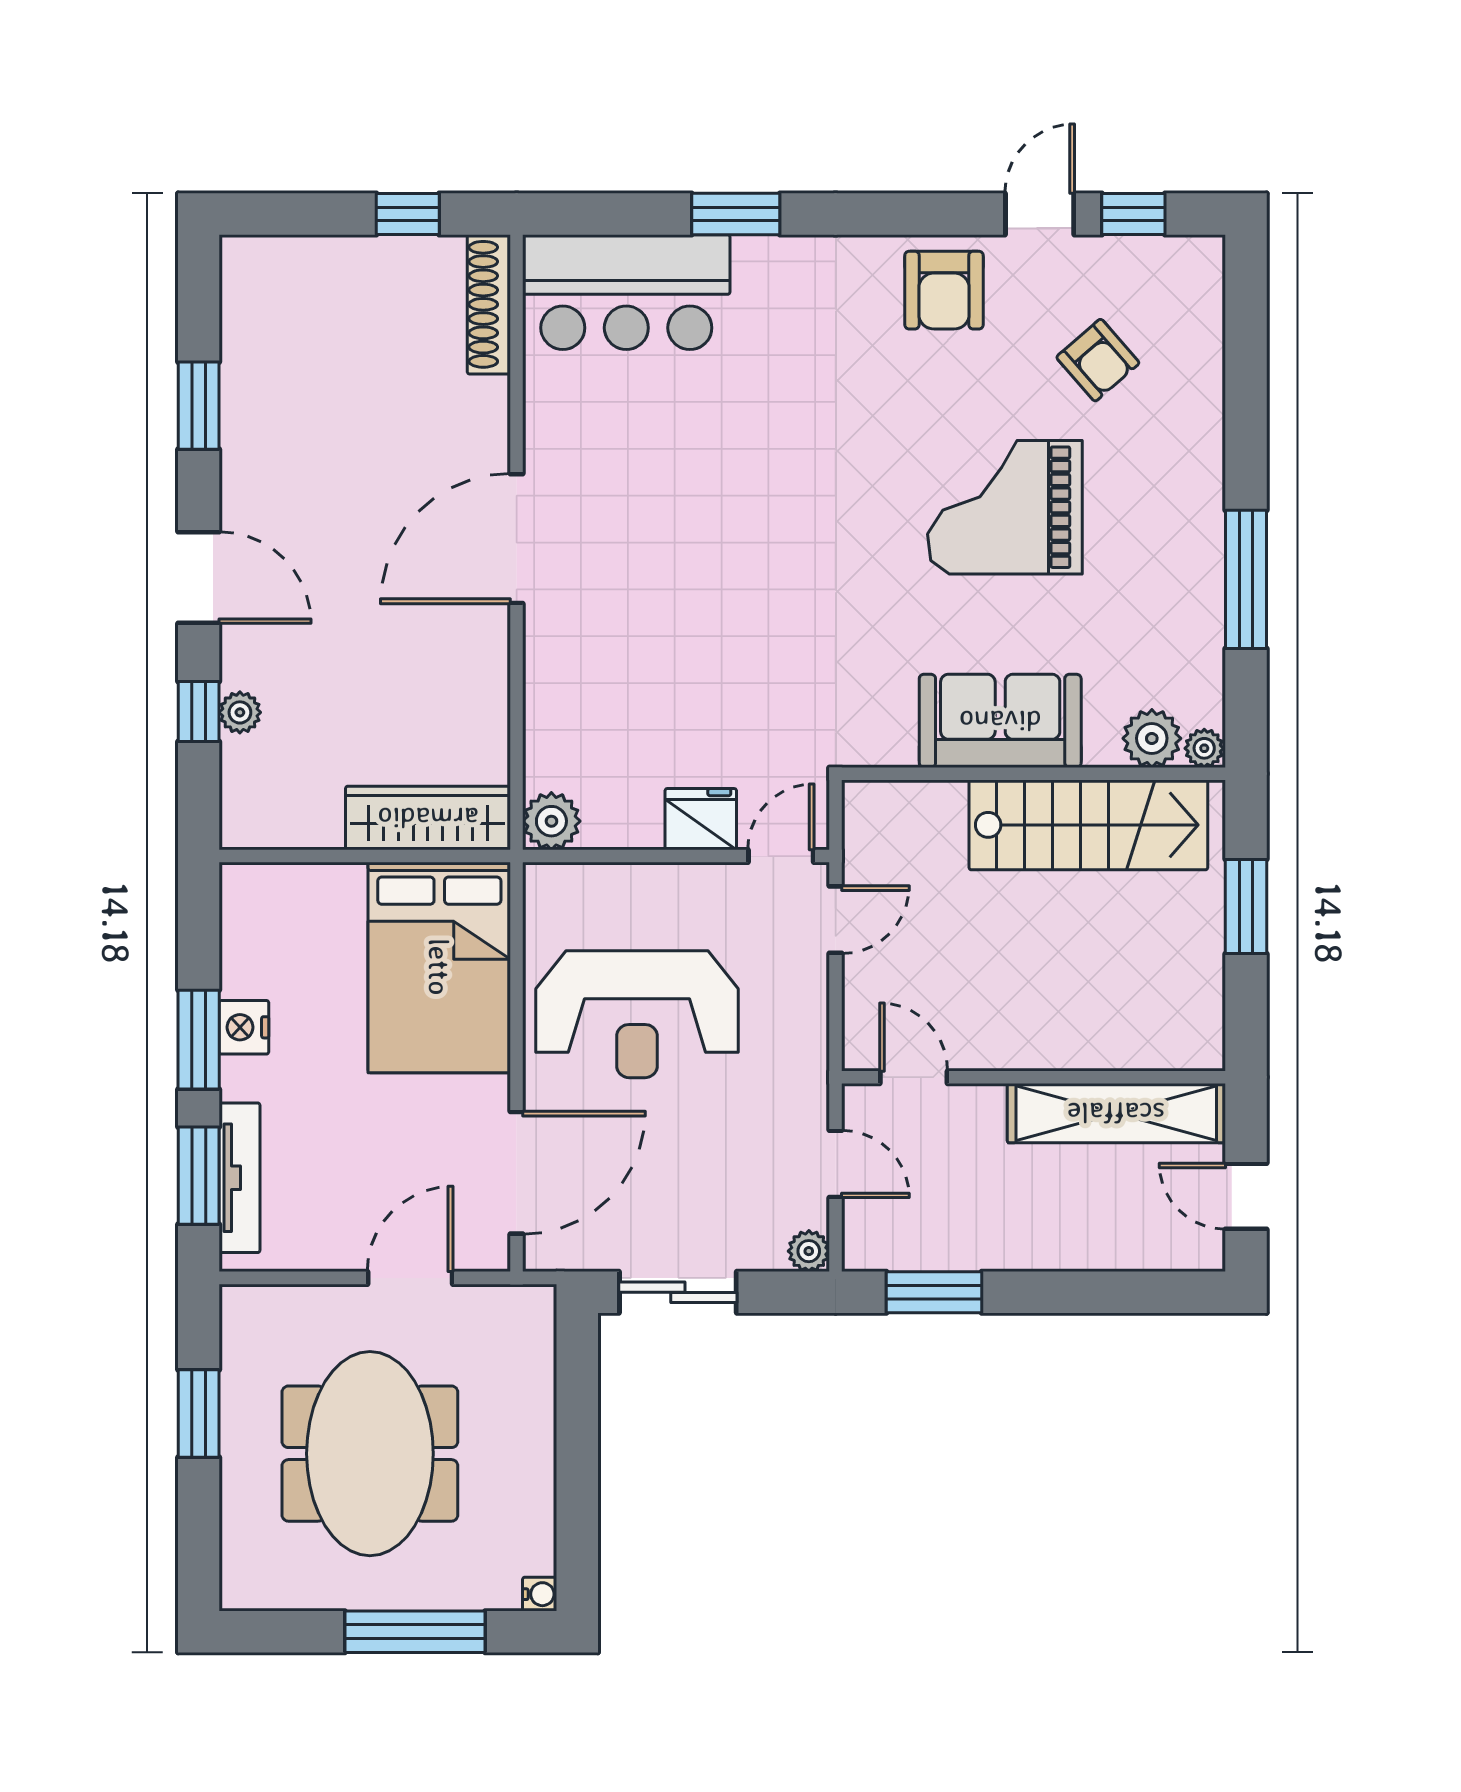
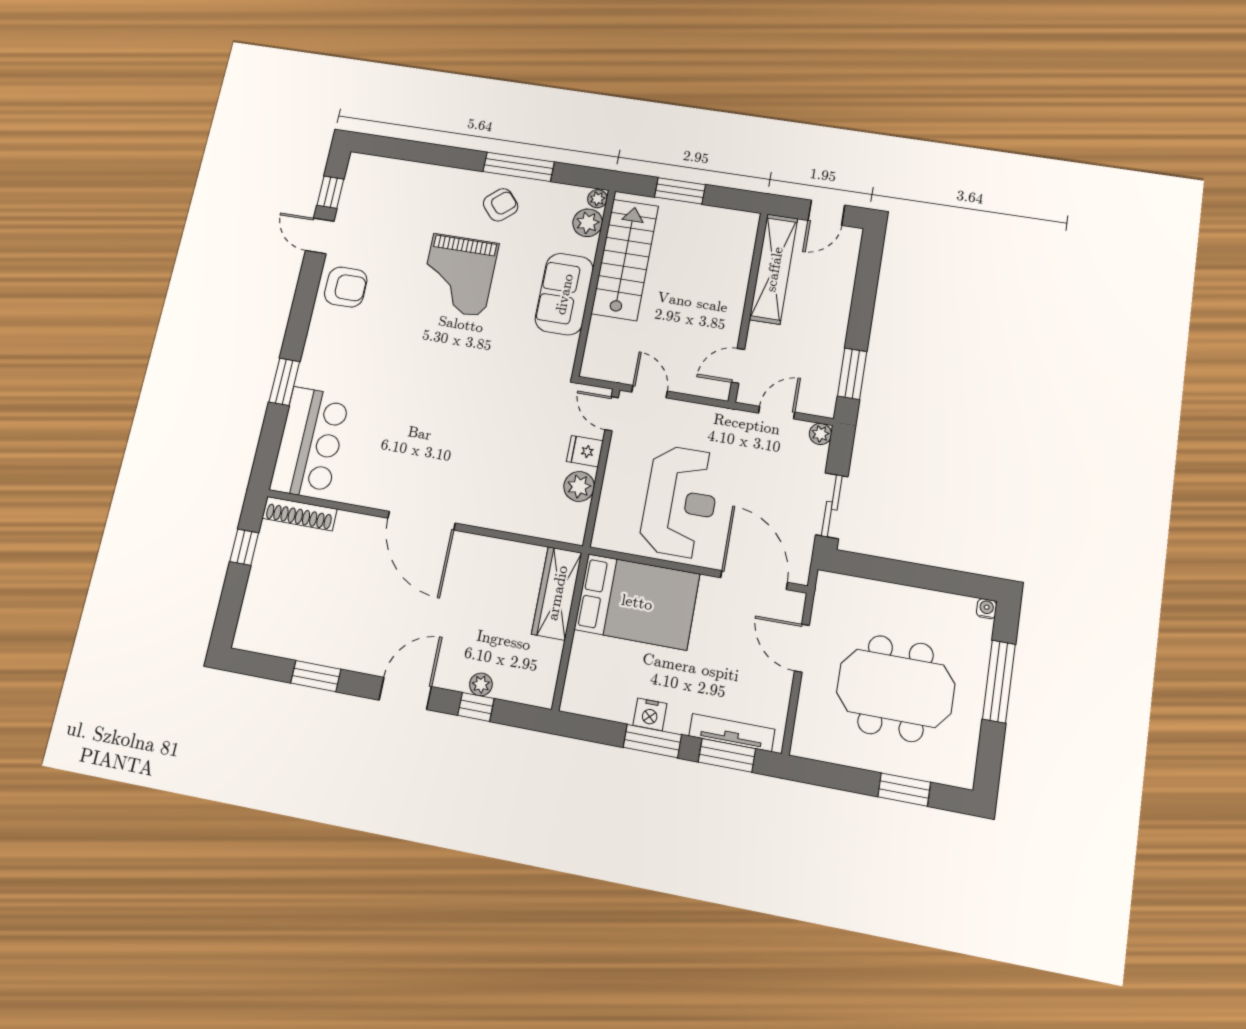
armchair: (1098, 360) -> (501, 205), moved
fridge: (701, 819) -> (585, 451), width x0.72
plant: (551, 821) -> (579, 486), moved
window: (199, 1414) -> (904, 790), moved

